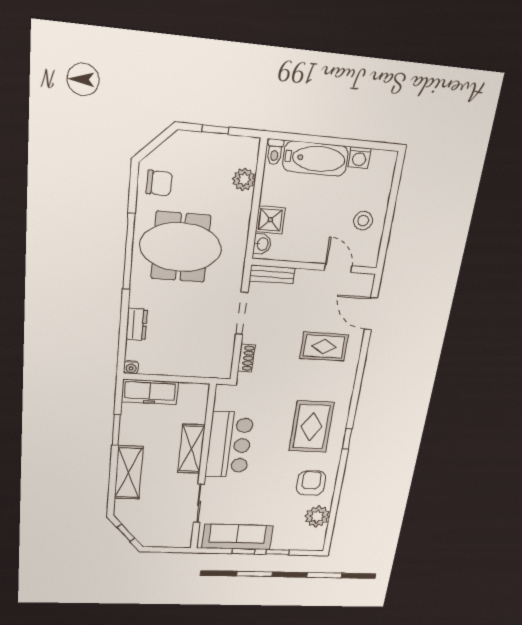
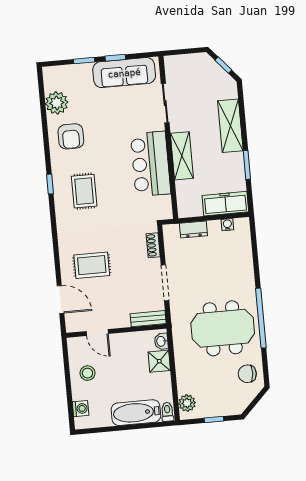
washing machine: (359, 158) -> (81, 409), moved, turned 90
plant: (244, 179) -> (187, 403), moved
dresser: (137, 324) -> (193, 229), moved, turned -90
water cooler: (131, 367) -> (227, 225), moved
rug: (311, 427) -> (84, 191), width x0.73, depth x0.70

